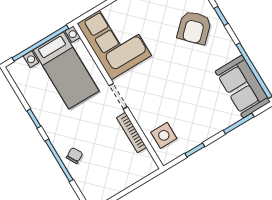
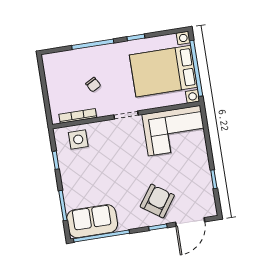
armchair: (194, 28) -> (157, 201), turned 79
bed with nightstands: (66, 70) -> (163, 71), width x1.36
bookcase: (132, 132) -> (78, 116), moved
chair: (75, 156) -> (93, 85), moved

